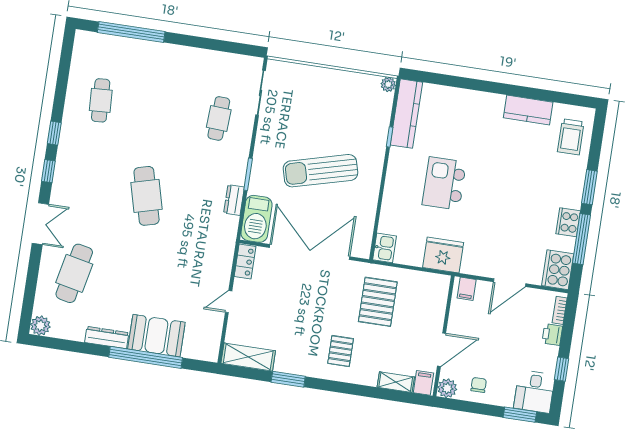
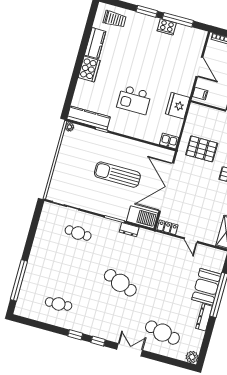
sun lounger: (320, 171) -> (117, 175), turned 105
cafe table: (147, 196) -> (120, 283), turned 36
cooker: (558, 270) -> (89, 69), moved, turned -90

